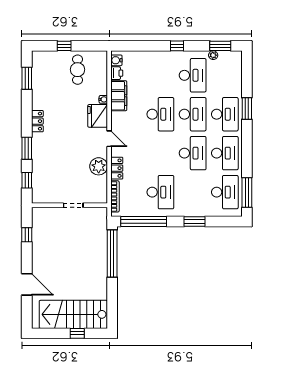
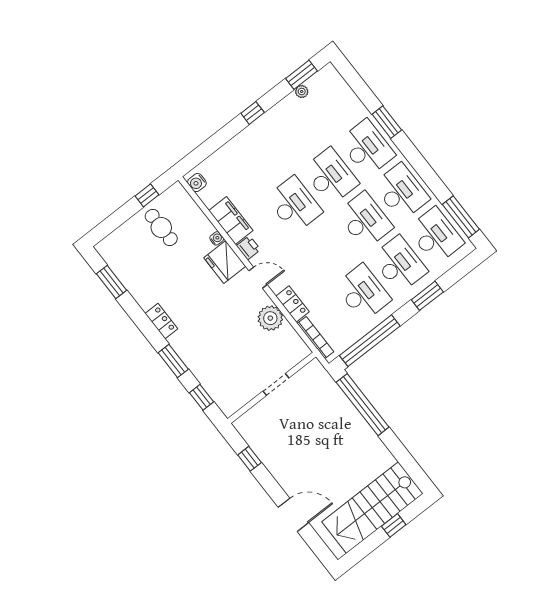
window: (64, 46) -> (147, 195), moved
printer: (117, 73) -> (248, 248), moved
desk: (193, 75) -> (399, 264), moved

